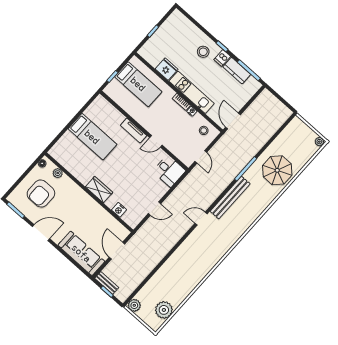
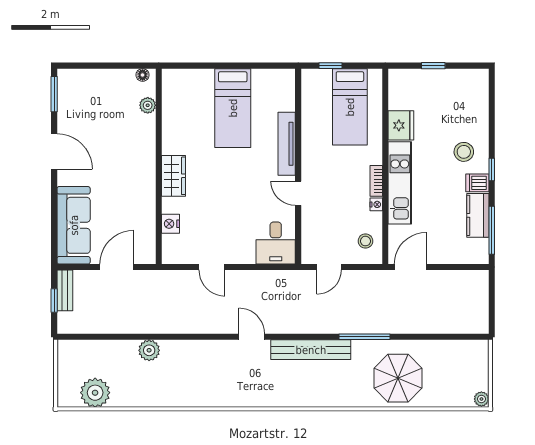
tv unit: (134, 130) -> (287, 144), width x1.41
armchair: (41, 193) -> (103, 107), removed
plant: (134, 305) -> (149, 350), moved

